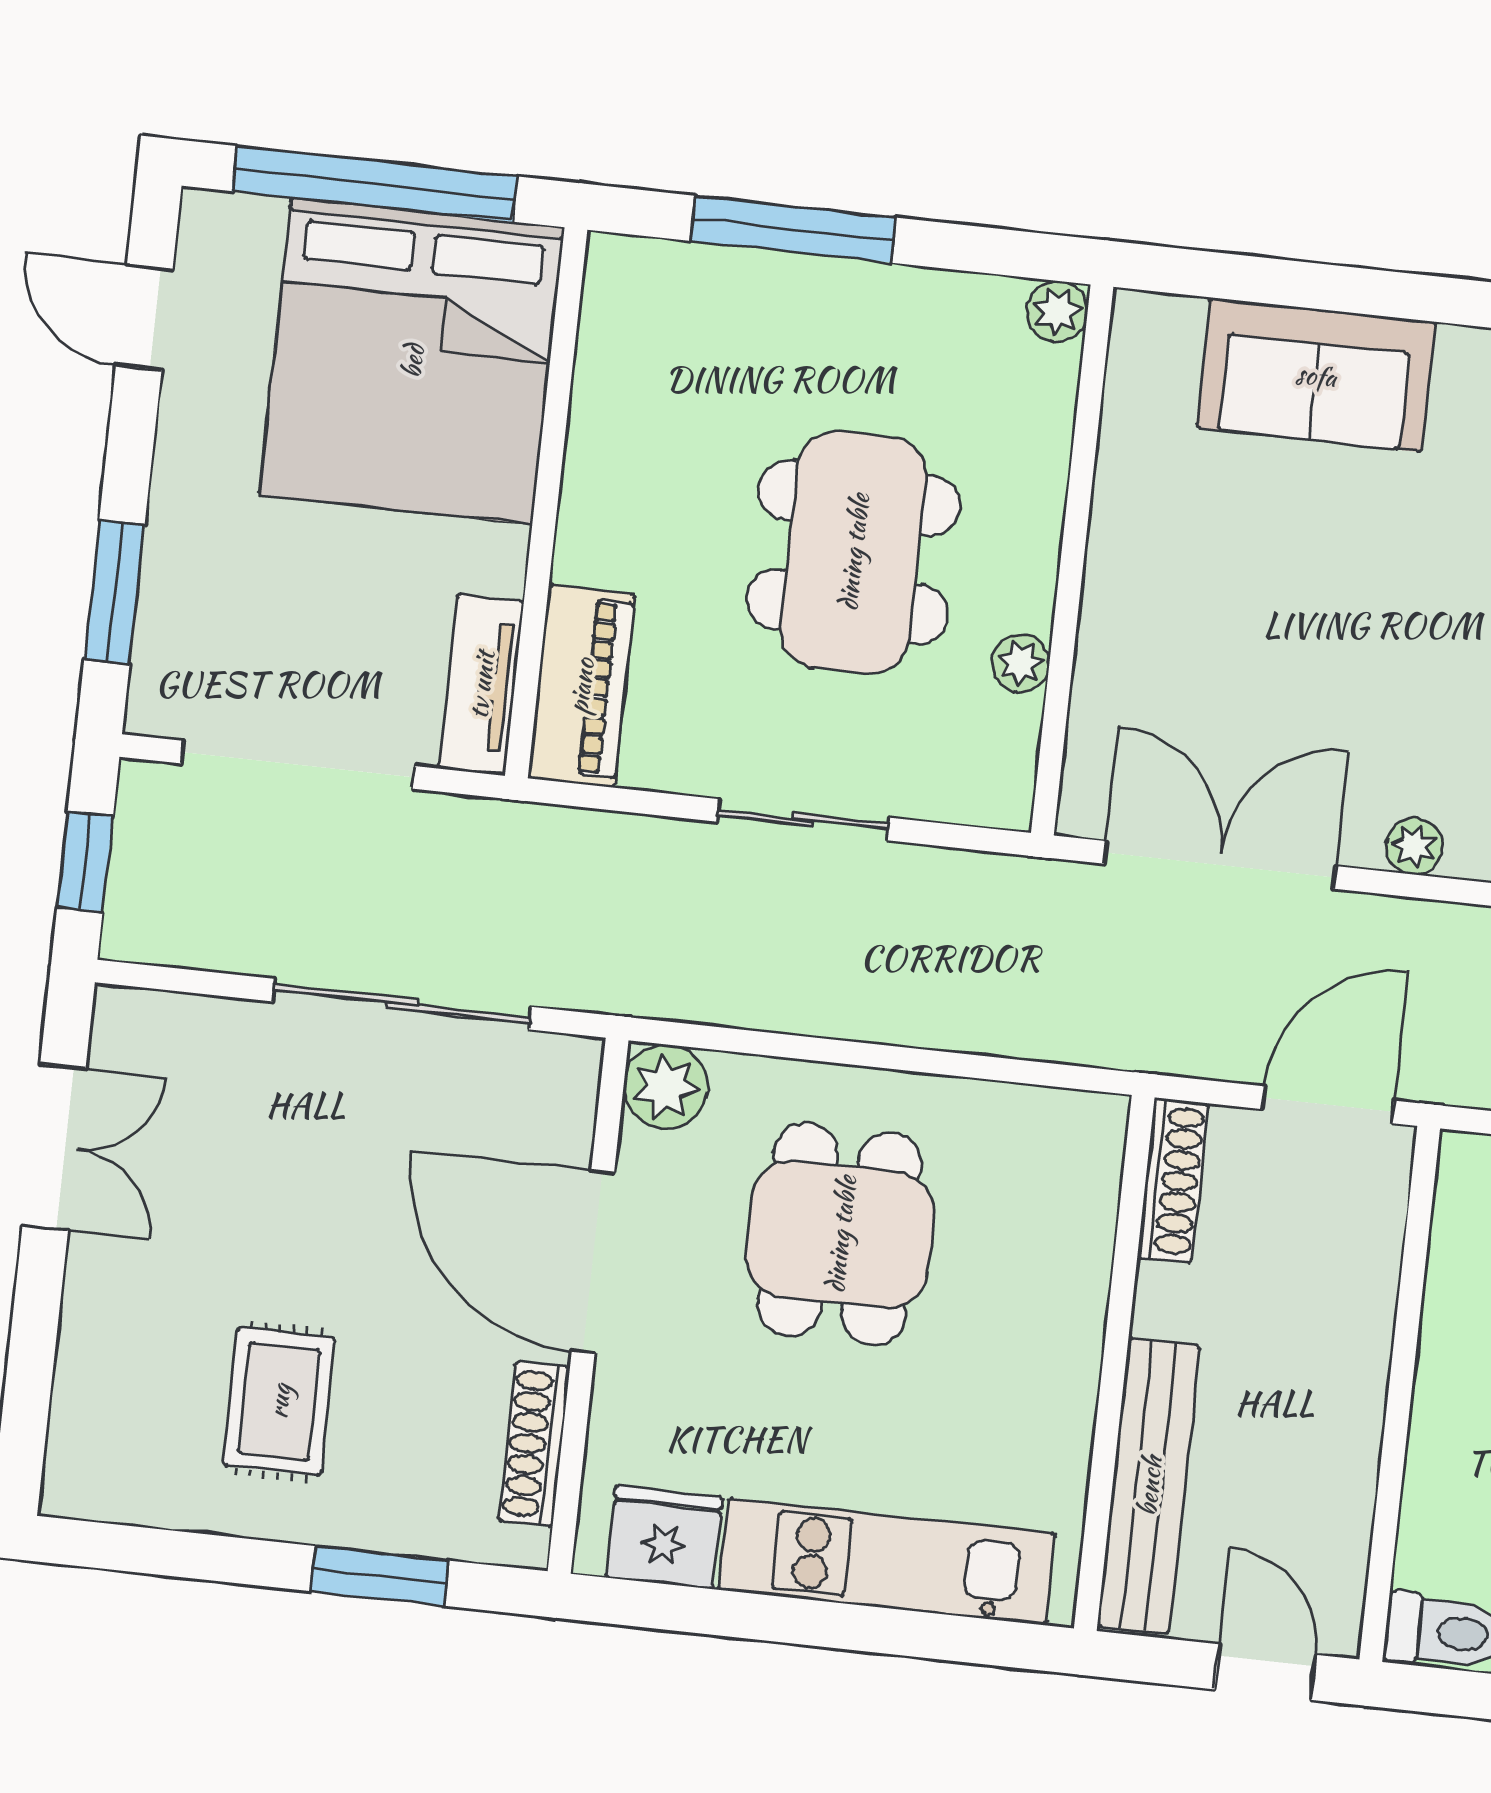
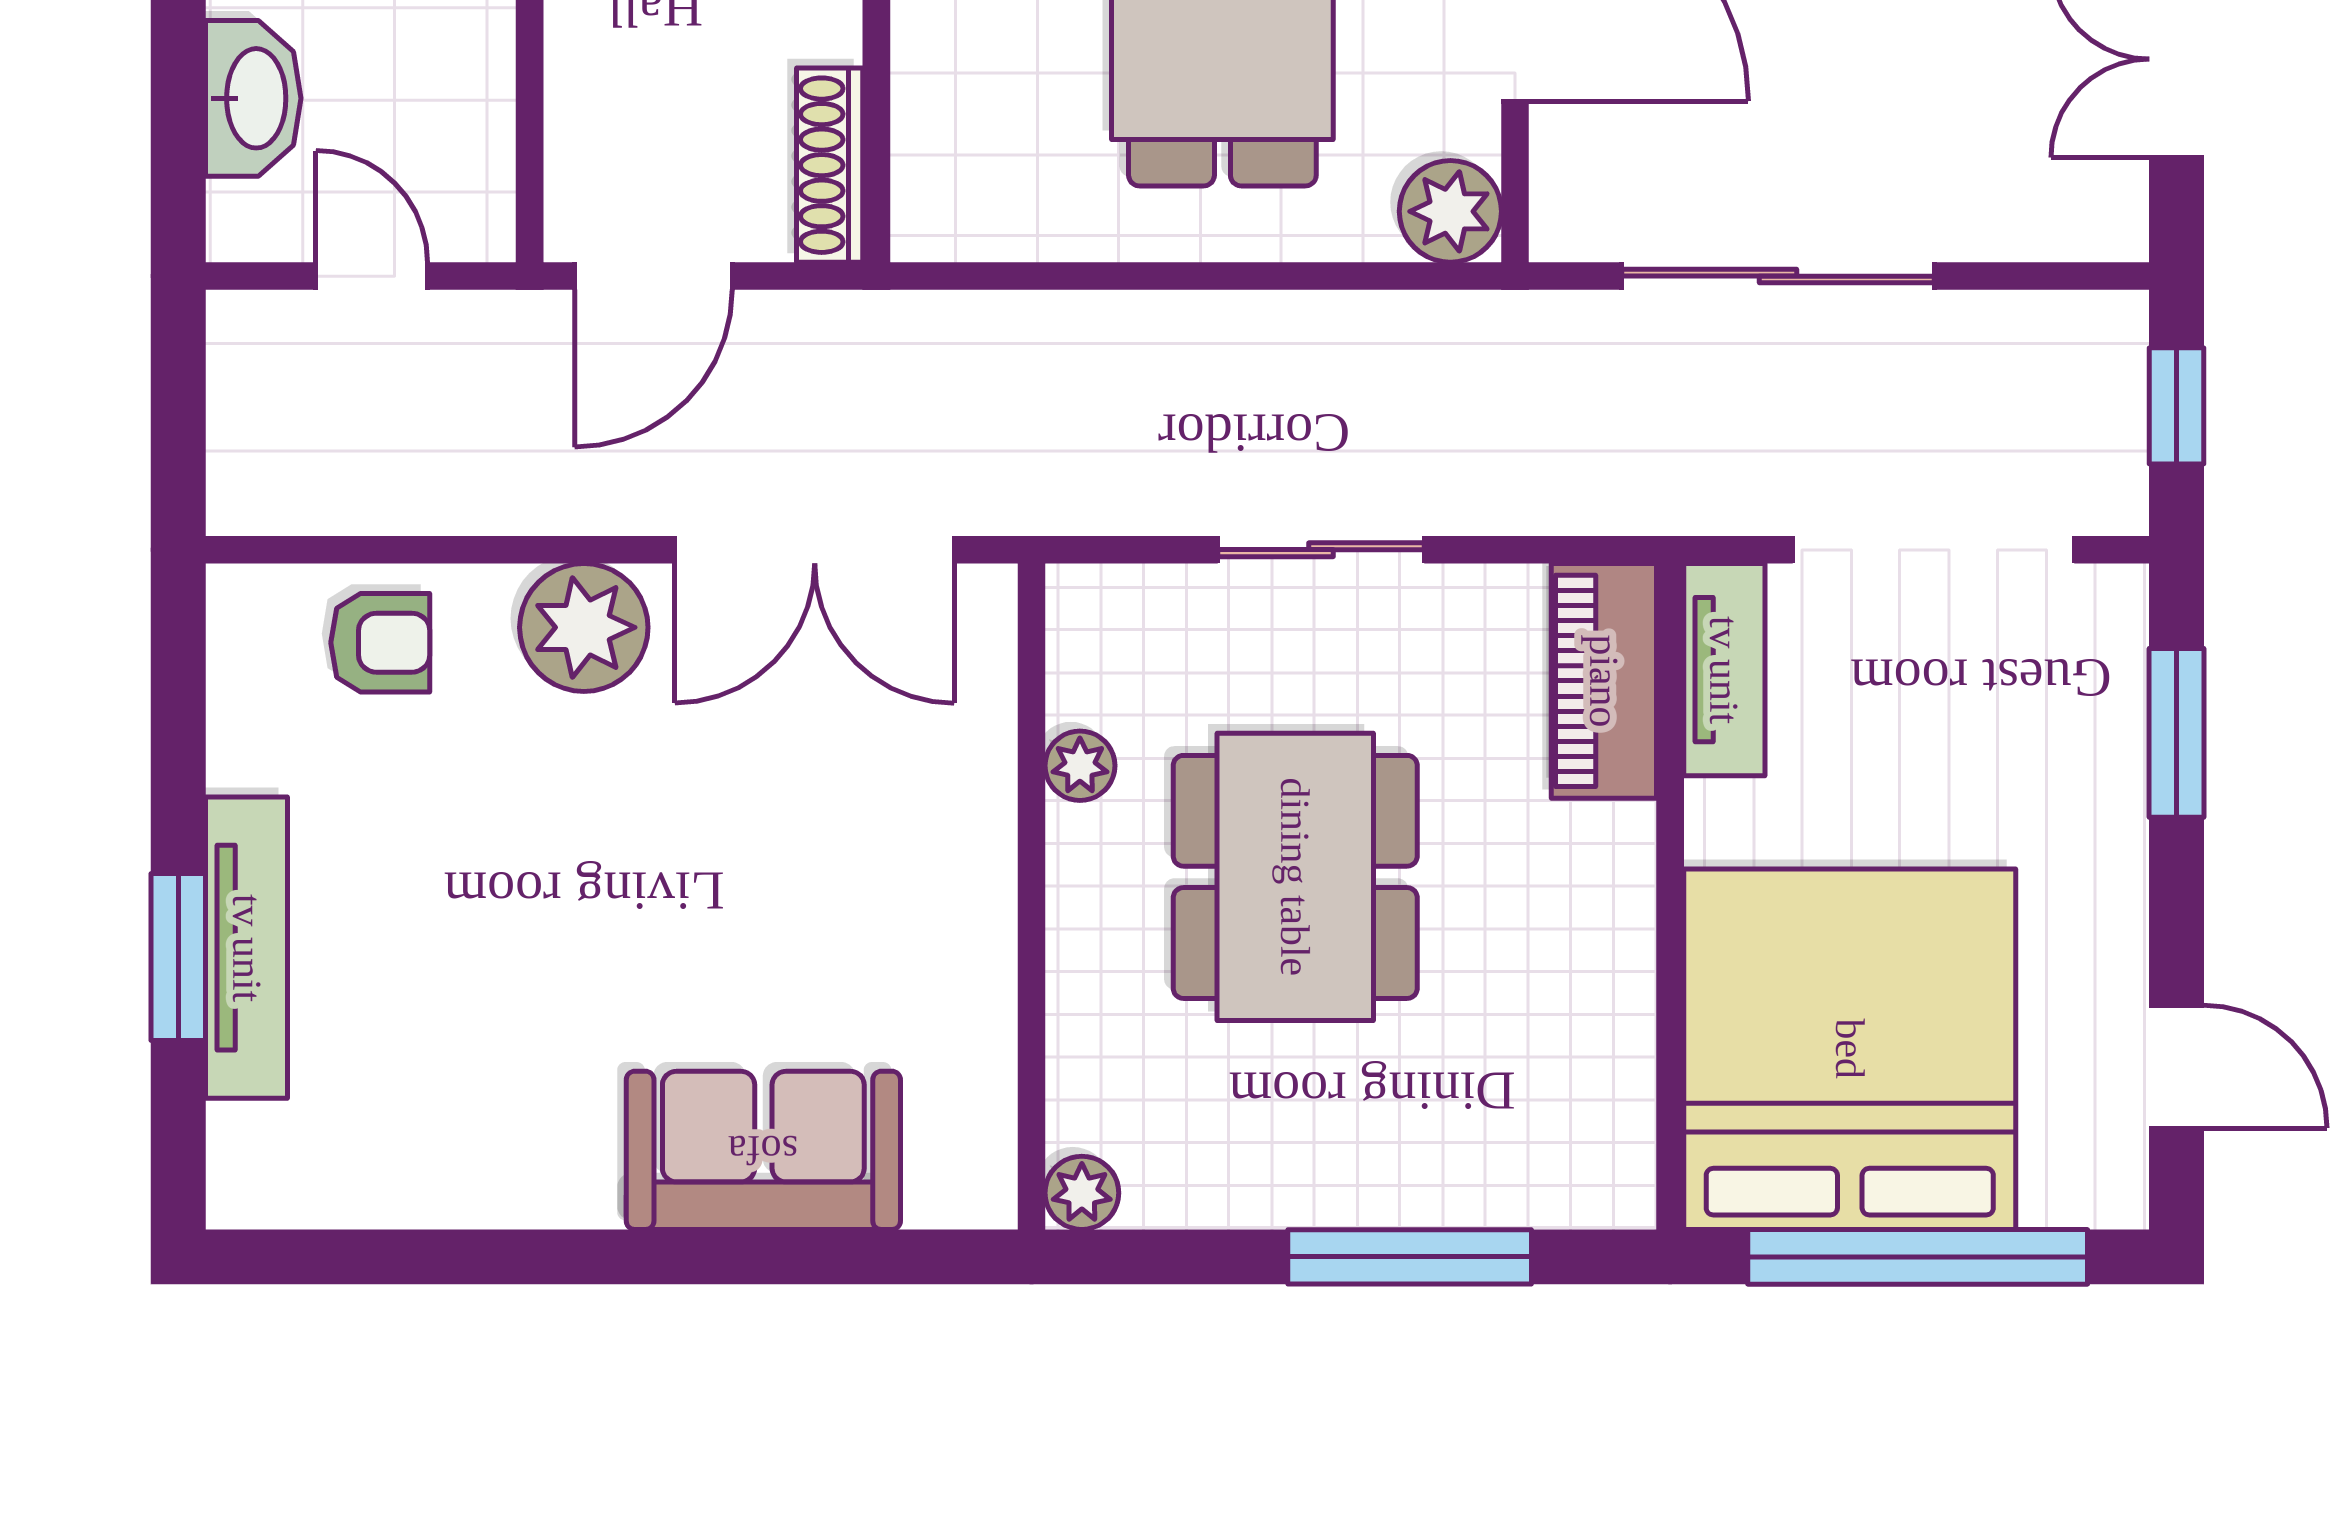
plant: (1414, 846) -> (584, 627), width x1.88, depth x1.88

